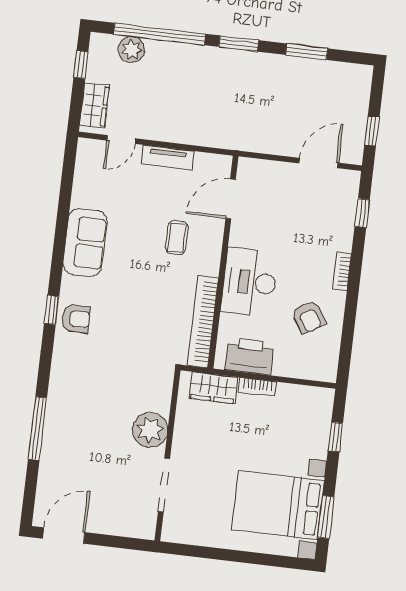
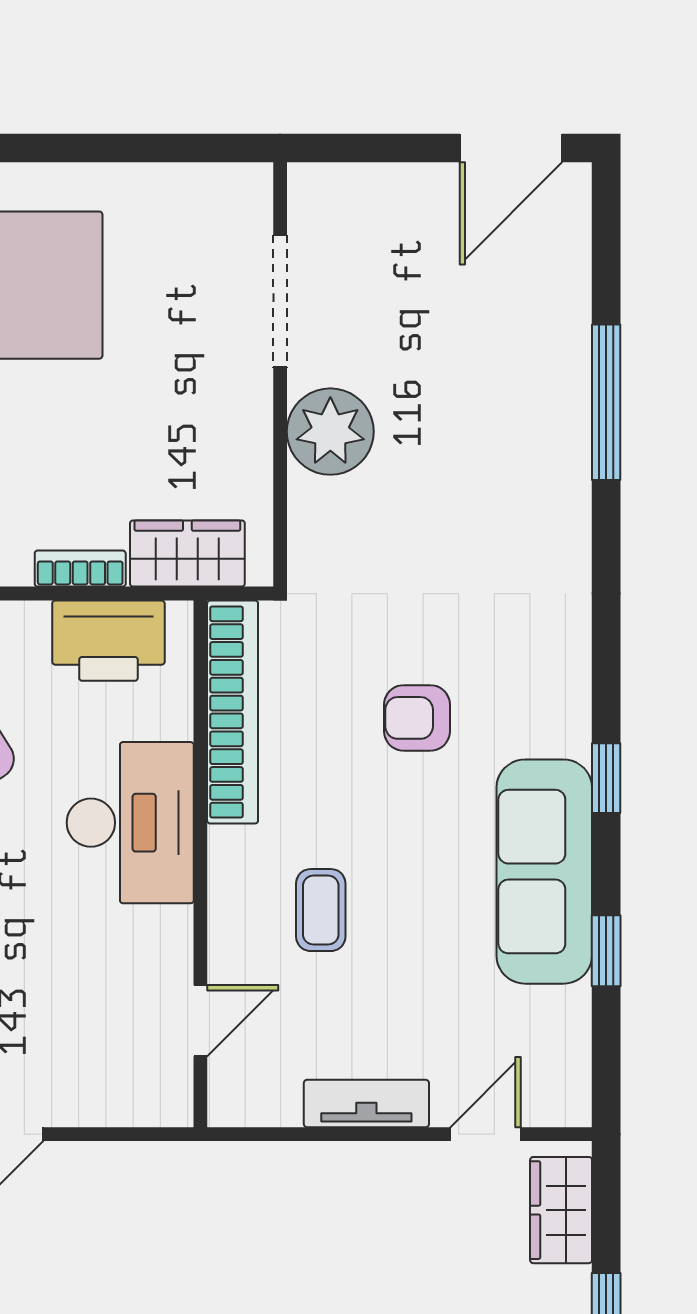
door: (231, 199) -> (200, 1021), width x0.73
window: (64, 208) -> (606, 951), added
sofa: (85, 242) -> (544, 872), width x1.36
window: (52, 310) -> (606, 778), moved
armchair: (76, 319) -> (417, 718), moved

